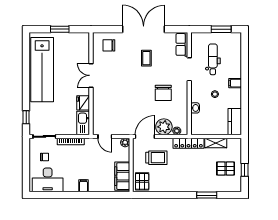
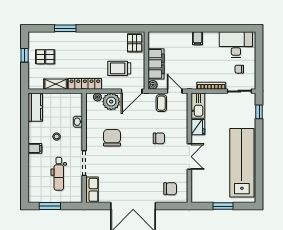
coffee table: (146, 58) -> (161, 103), moved
chair: (119, 92) -> (159, 138), added
filing cabinet: (122, 176) -> (156, 64), moved

